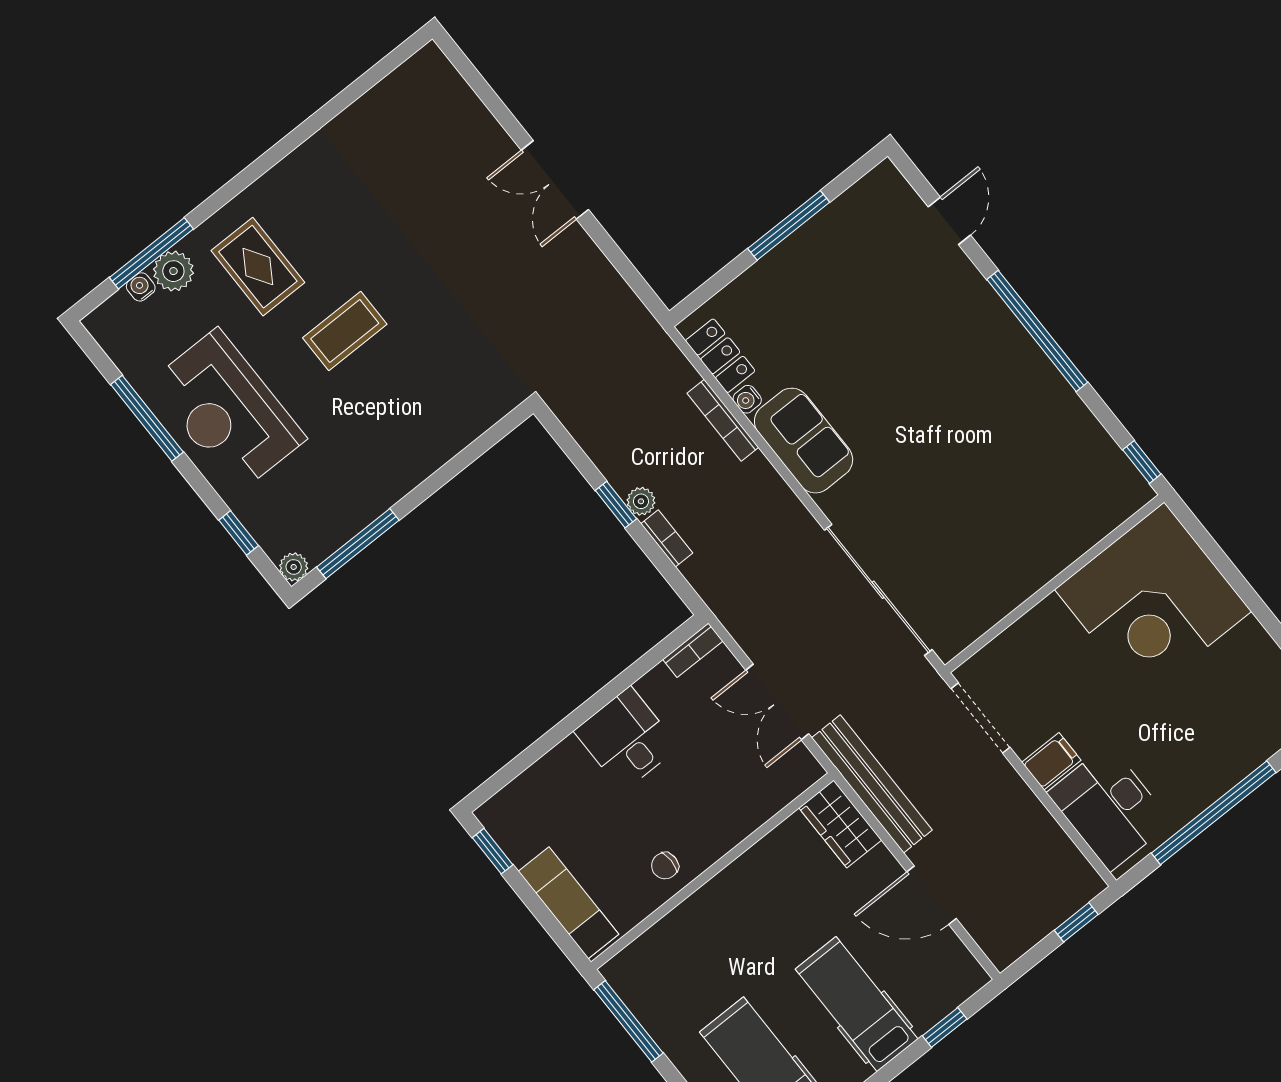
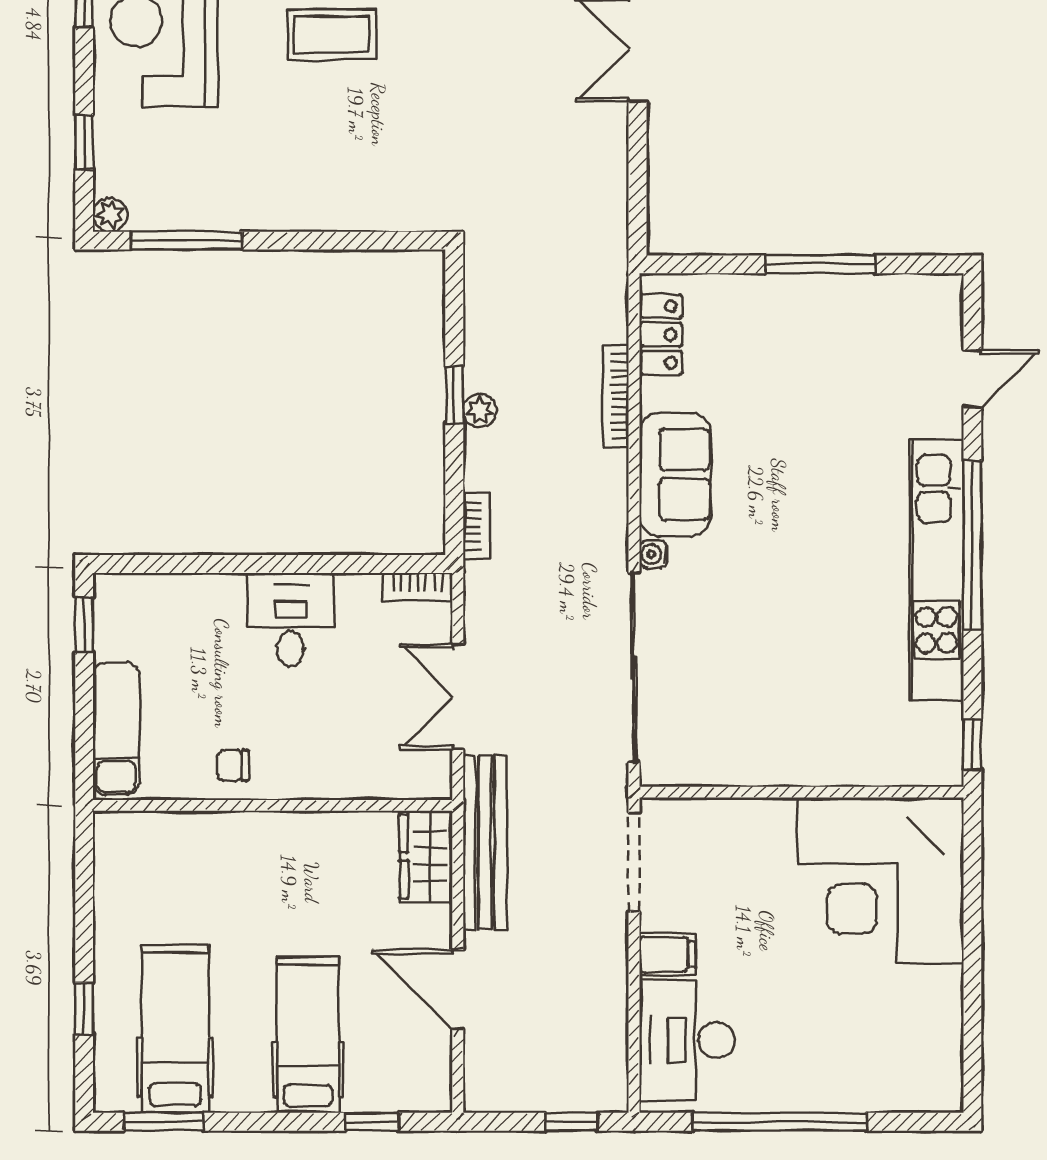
kitchen unit: (1026, 366) -> (936, 570), added
water cooler: (747, 399) -> (654, 554), moved
bookcase: (667, 538) -> (476, 526), moved
window: (629, 1021) -> (84, 883), removed

